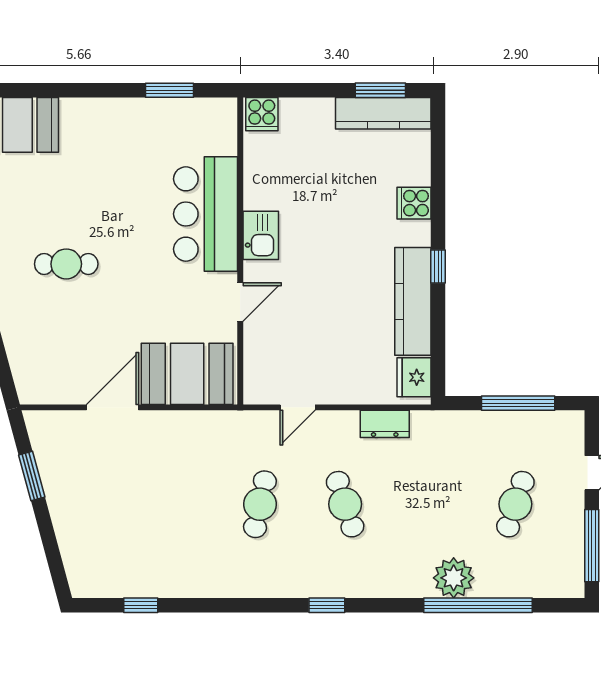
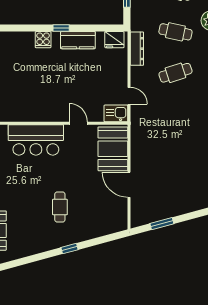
cooker: (414, 203) -> (43, 40), moved
kitchen sink: (261, 235) -> (116, 113), moved
kitchen counter: (413, 301) -> (78, 40), width x0.67
dresser: (385, 424) -> (137, 49), width x1.44
cafe table: (260, 504) -> (175, 32), moved

